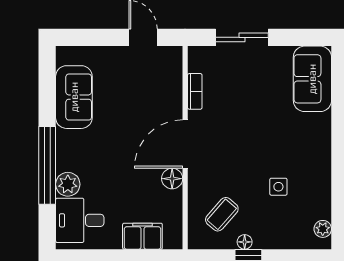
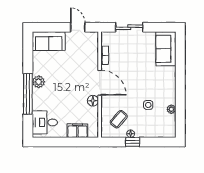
sofa: (74, 97) -> (49, 41), moved, turned 90
door: (185, 144) -> (100, 83), swing flipped
plant: (68, 184) -> (39, 82), moved
plant: (323, 229) -> (171, 109), moved

